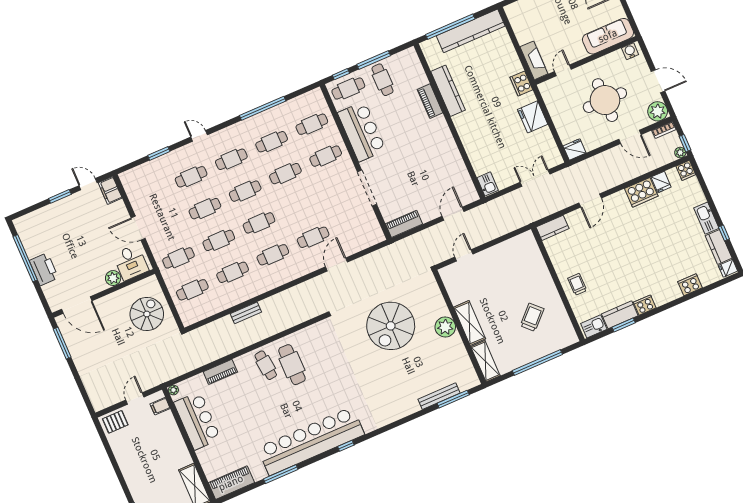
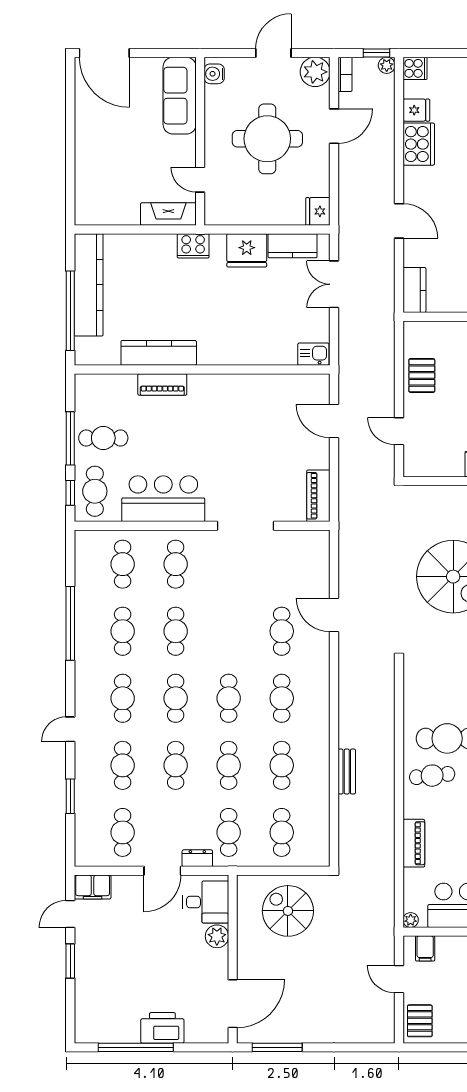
kitchen counter: (547, 143) -> (293, 246), added
cafe table: (151, 194) -> (123, 832), added
dresser: (155, 246) -> (197, 858), added
pallet: (503, 255) -> (422, 376), added

